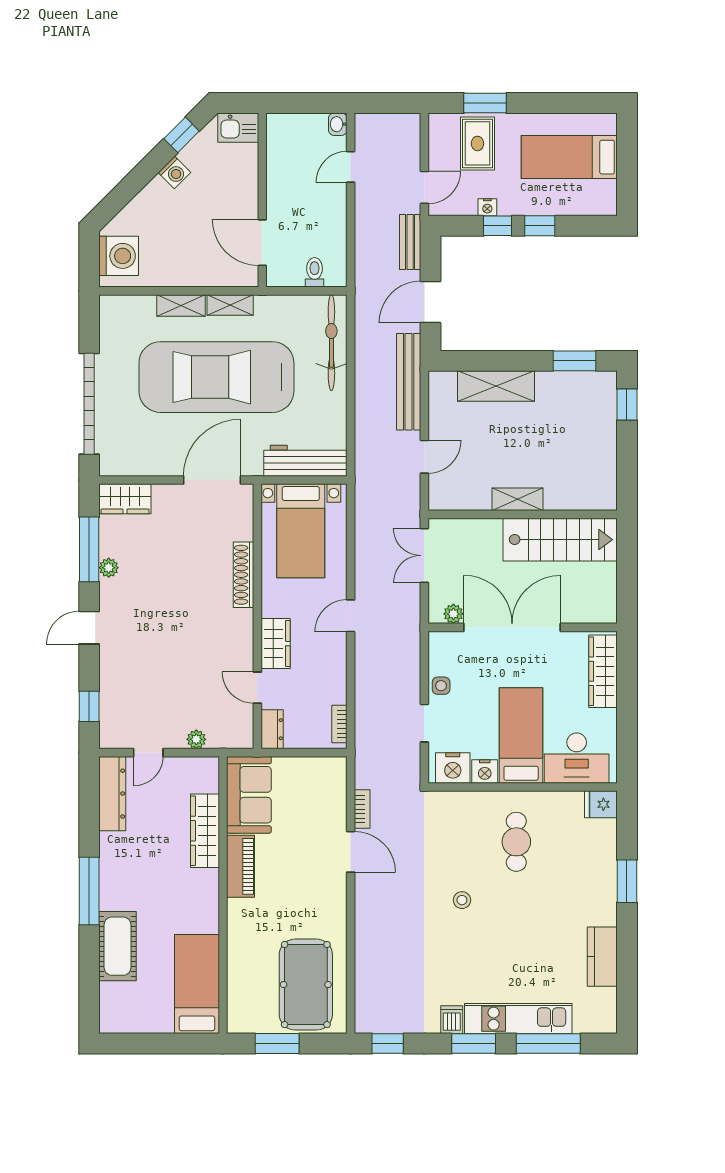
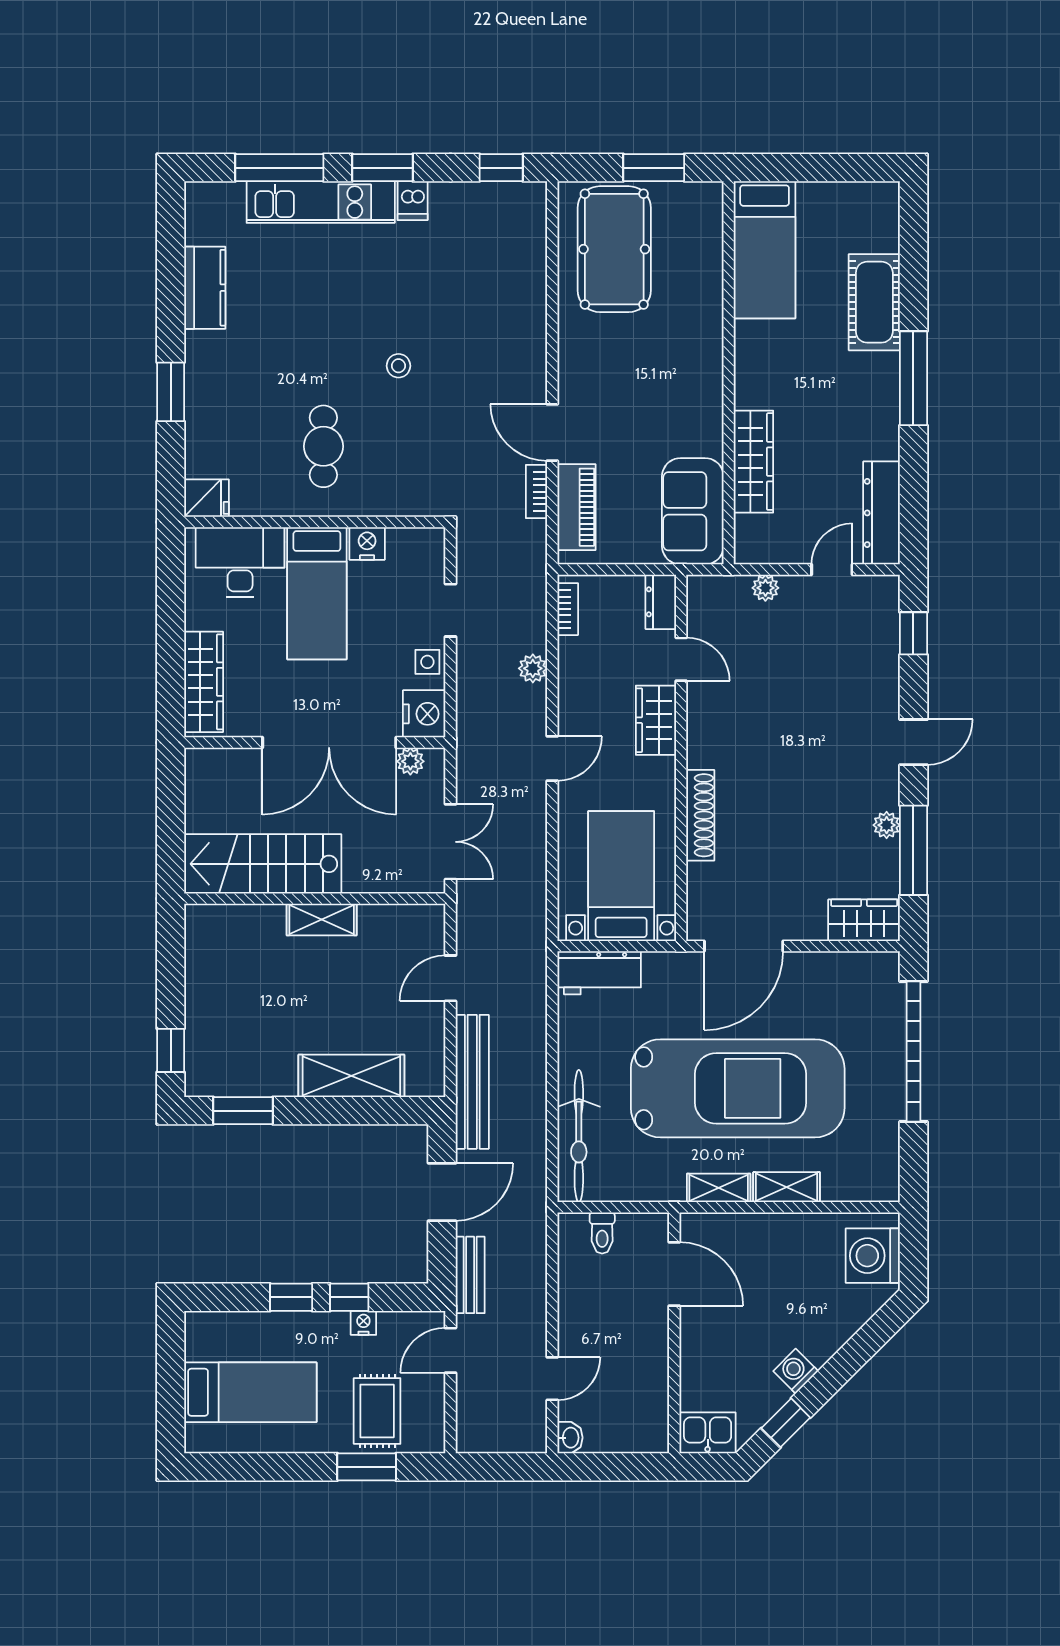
workbench: (305, 461) -> (599, 973), width x0.73
plant: (365, 681) -> (533, 668), added
nightstand: (453, 768) -> (424, 714), moved, turned 90
piano: (241, 866) -> (576, 507), moved, turned 180

